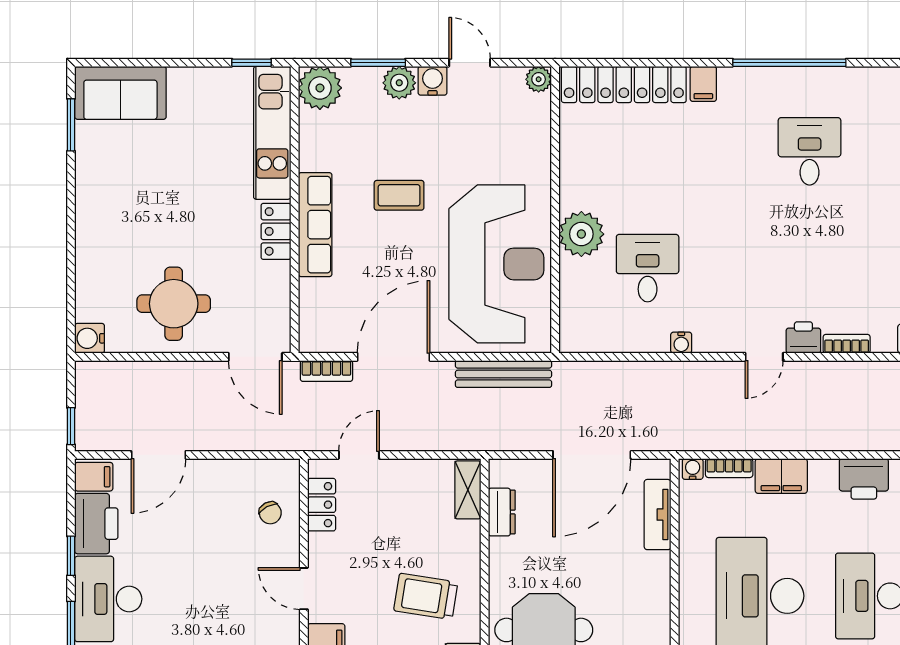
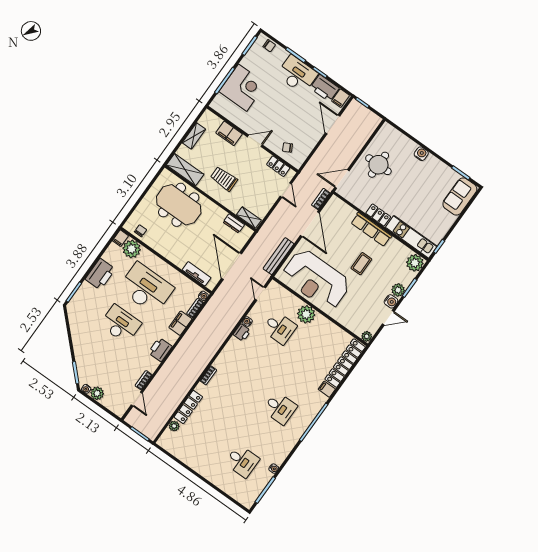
printer: (803, 337) -> (242, 333), moved
water cooler: (90, 338) -> (421, 154), moved
door: (764, 357) -> (260, 294), moved
trolley: (426, 596) -> (224, 179), turned -99

